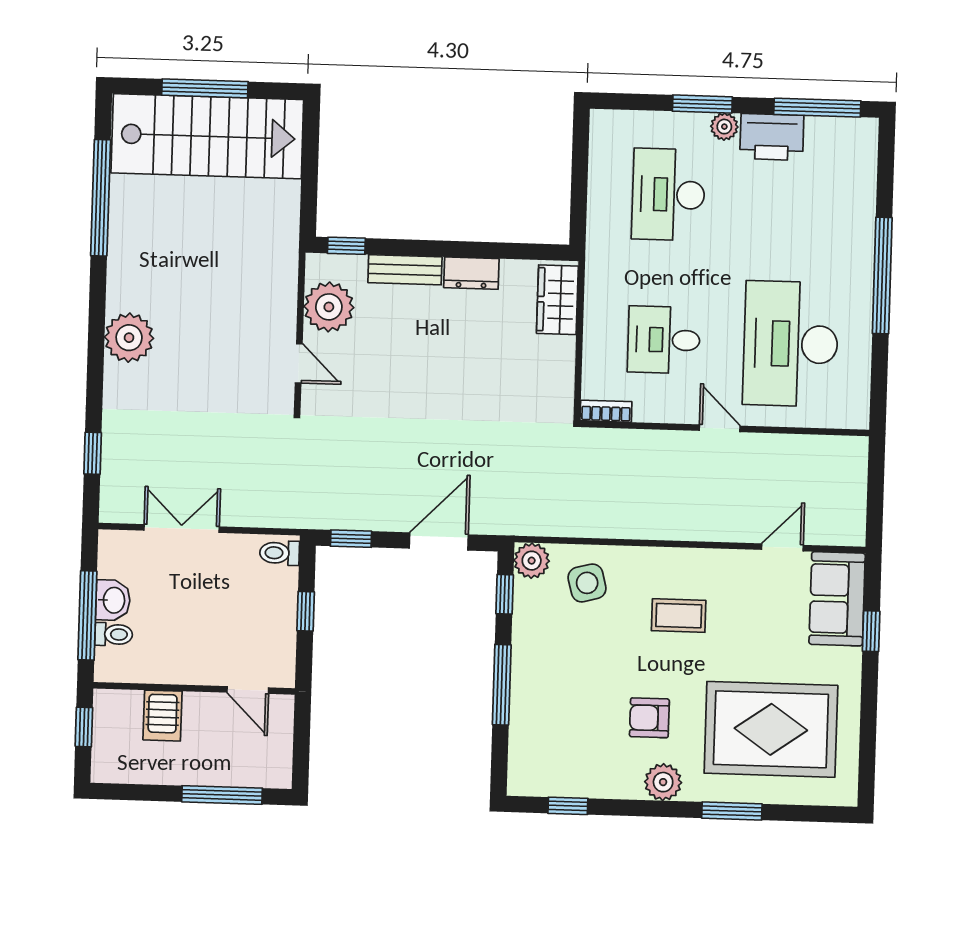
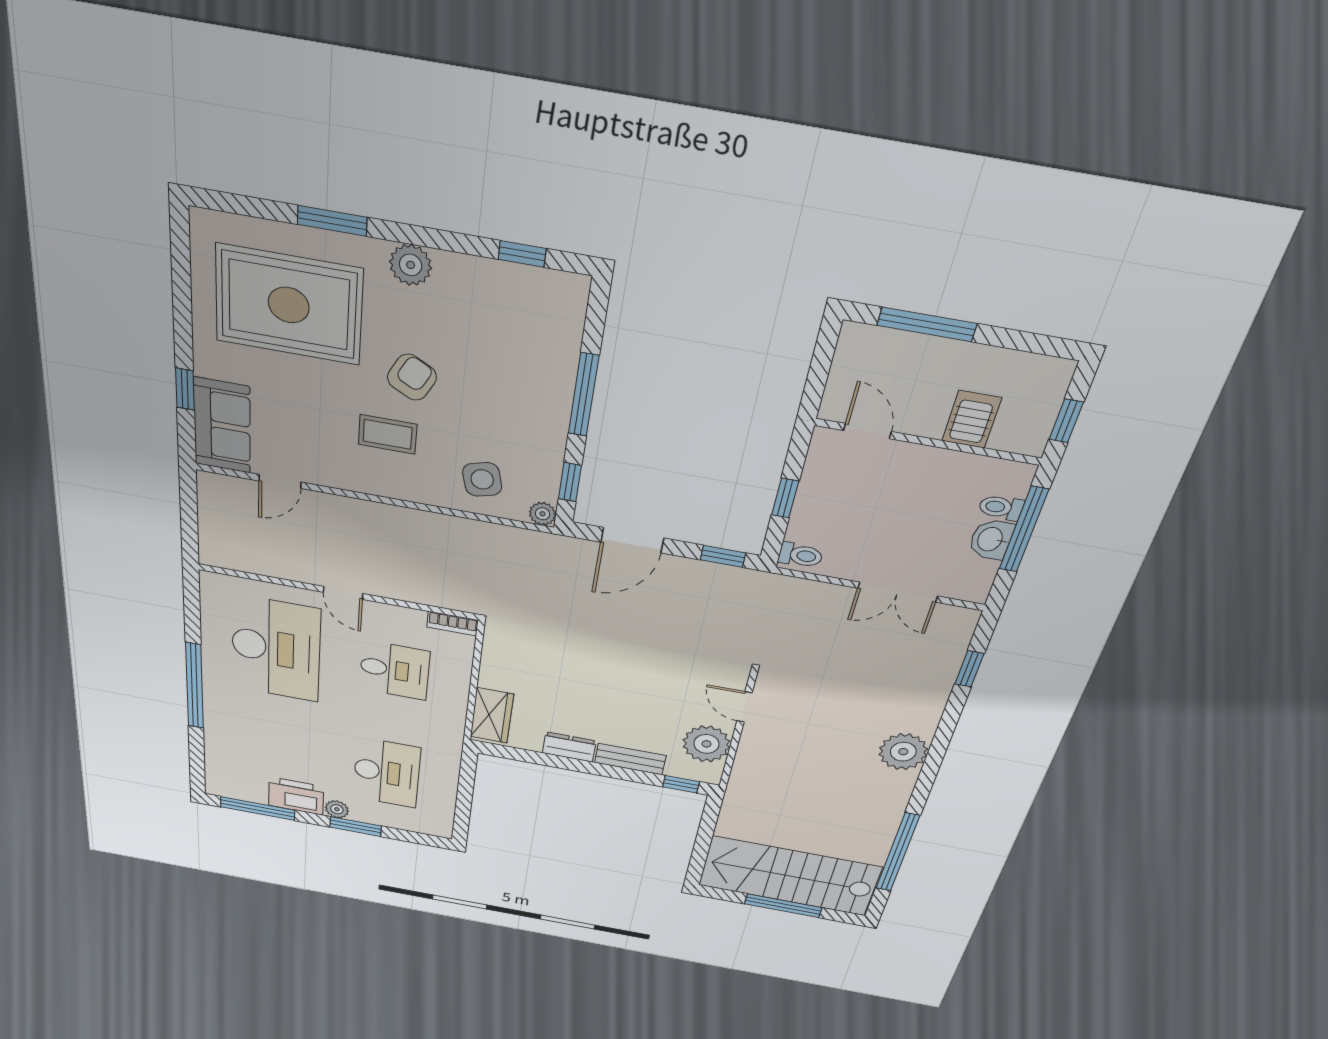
plant: (532, 561) -> (543, 514), width x0.73, depth x0.73
armchair: (649, 718) -> (412, 377), moved, turned -62

